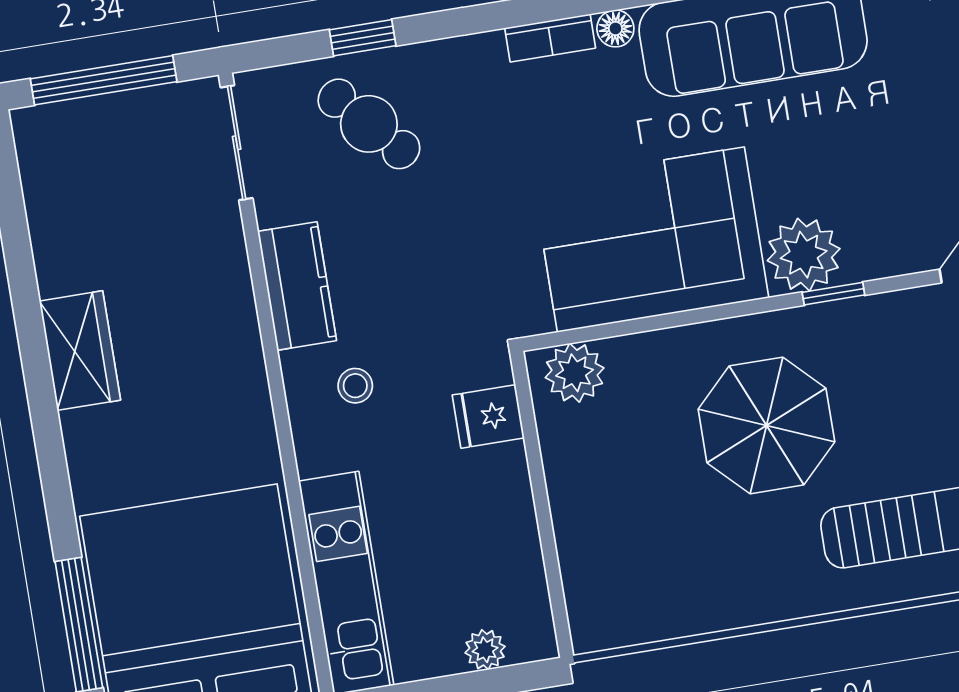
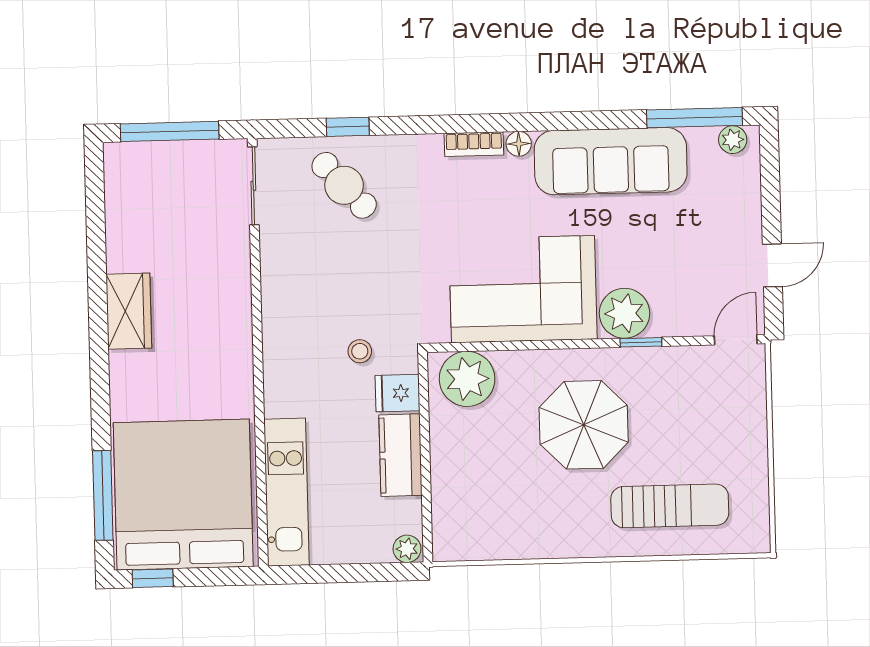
kitchen counter: (297, 286) -> (400, 455), moved, turned 180
plant: (575, 373) -> (467, 379), width x1.36, depth x1.36
stool: (355, 386) -> (360, 351), moved
plant: (485, 650) -> (407, 549), moved

